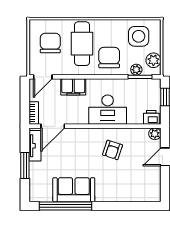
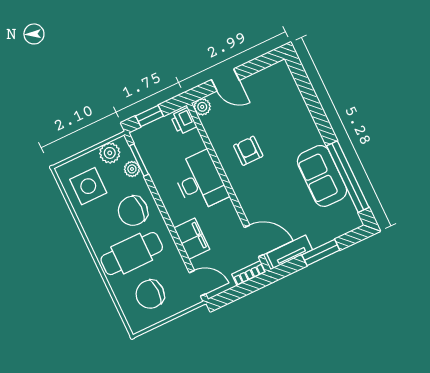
armchair: (113, 150) -> (248, 151), turned -108

